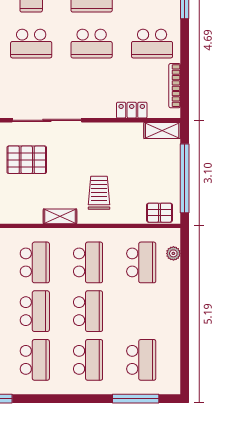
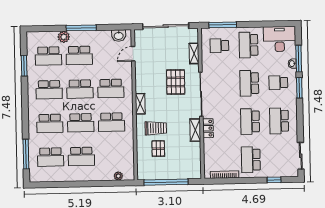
locker: (132, 110) -> (208, 128), moved
shelving: (162, 131) -> (195, 130), moved
pallet: (159, 213) -> (158, 149), moved
school desk: (141, 262) -> (81, 156), moved

